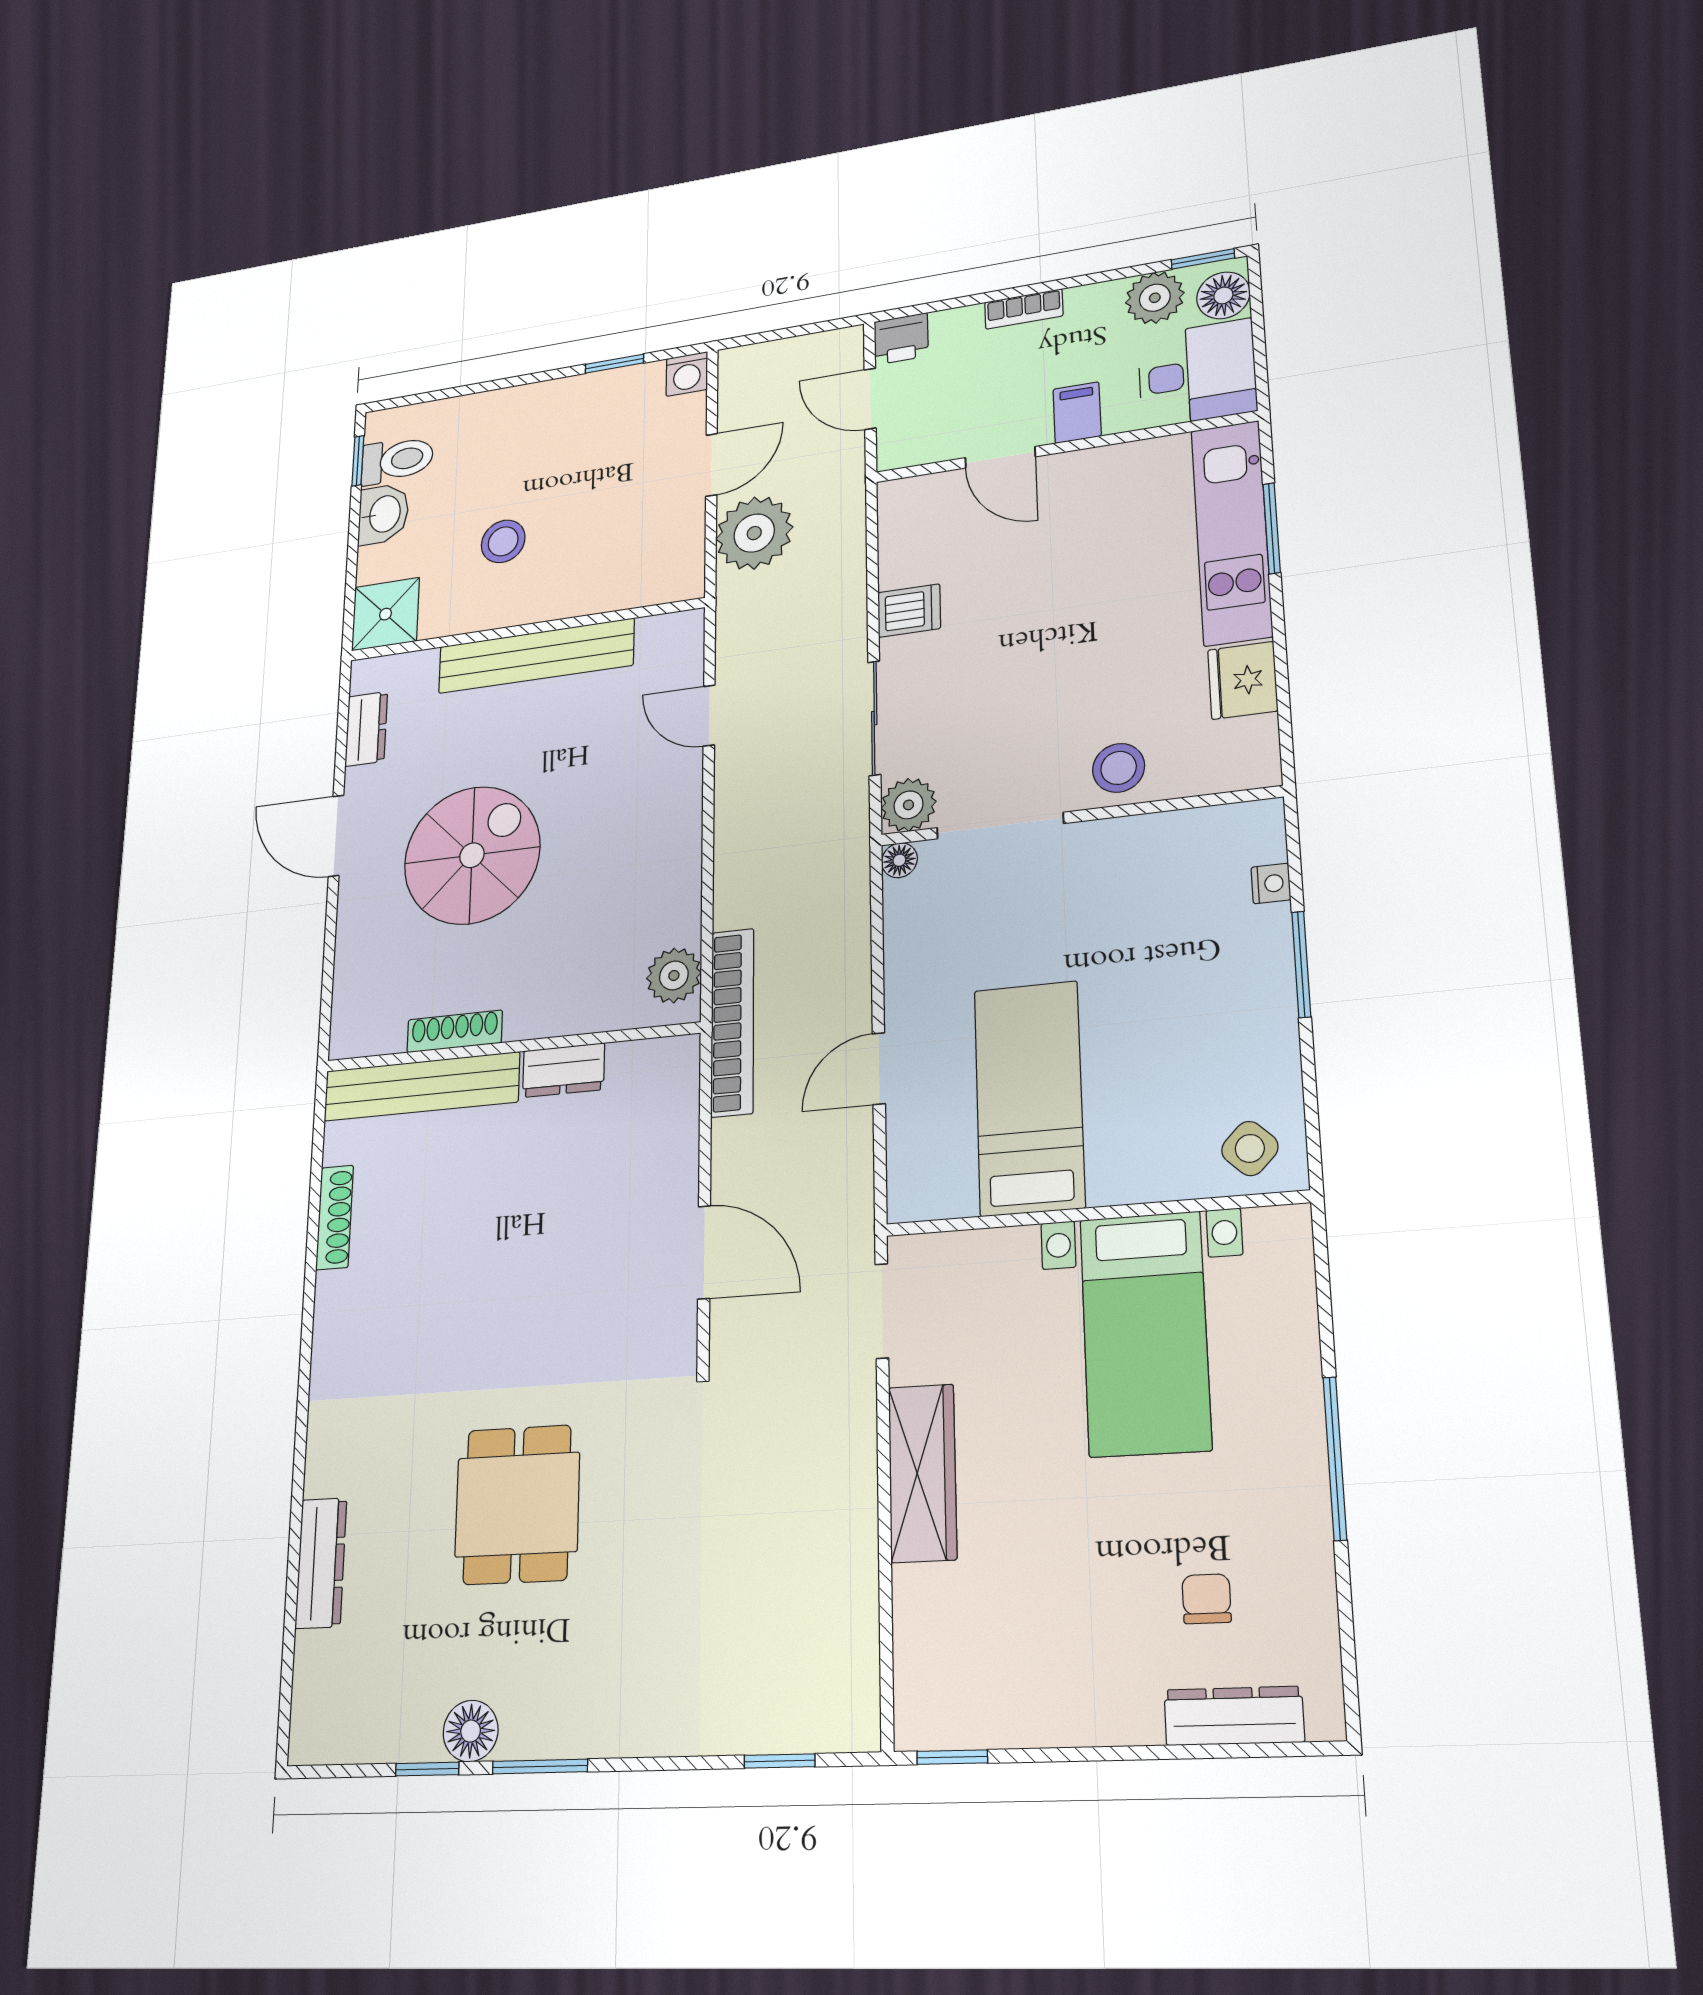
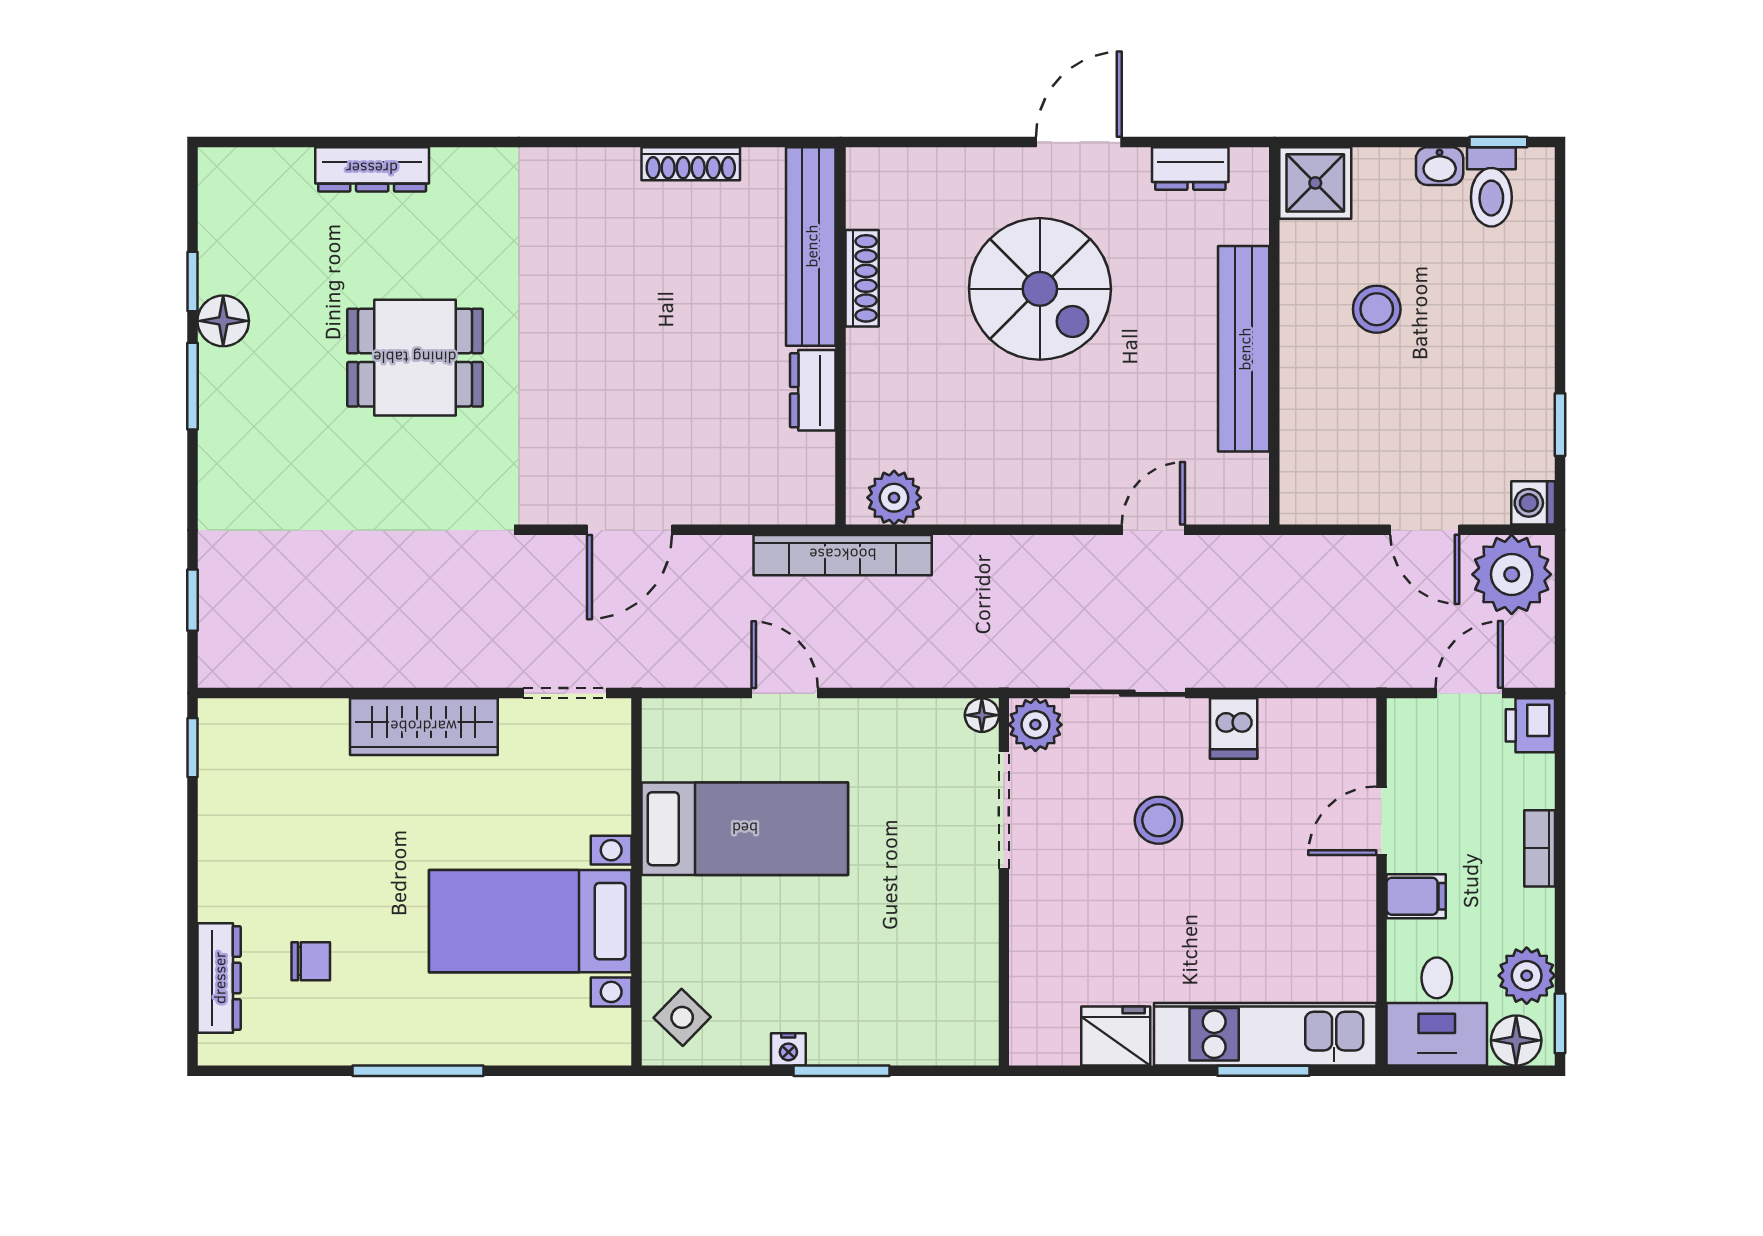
washbasin: (383, 514) -> (1440, 166), width x0.72, depth x0.69
plant: (754, 533) -> (1512, 574), moved
stool: (1119, 768) -> (1159, 820), moved
nightstand: (1271, 884) -> (788, 1049), moved

